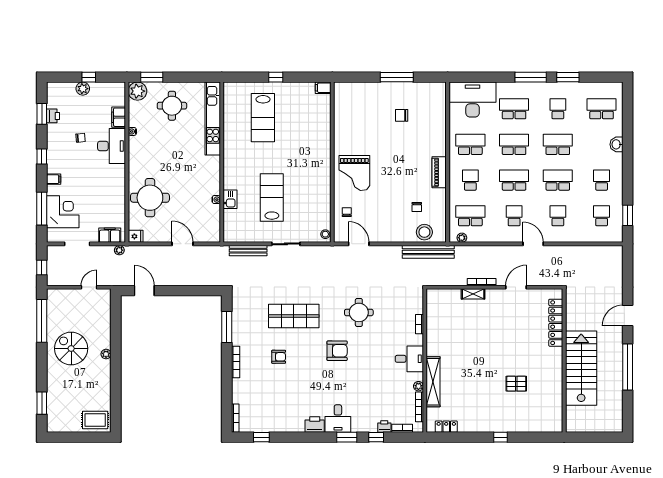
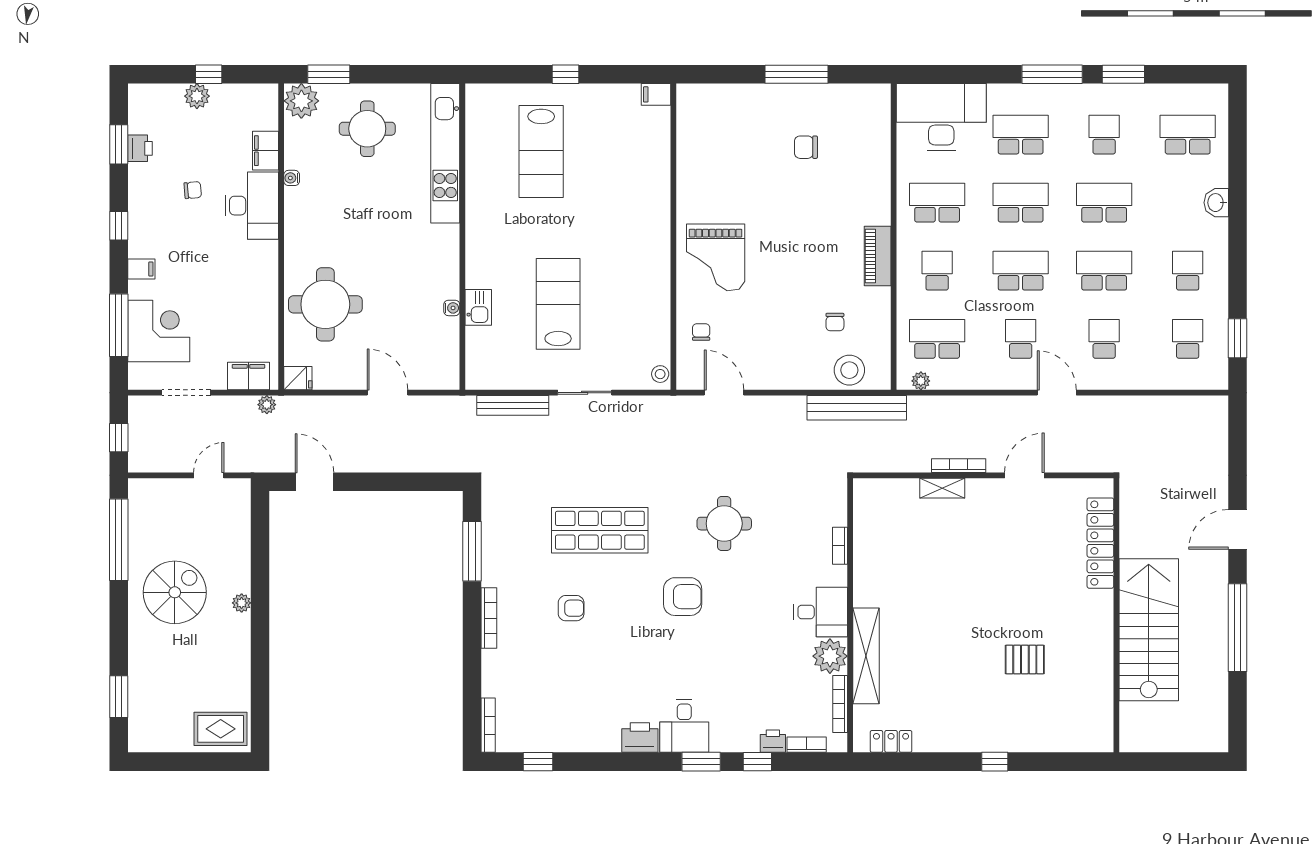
spiral stairs: (71, 349) -> (175, 592), turned 90
plant: (418, 386) -> (830, 656), width x1.87, depth x1.87

